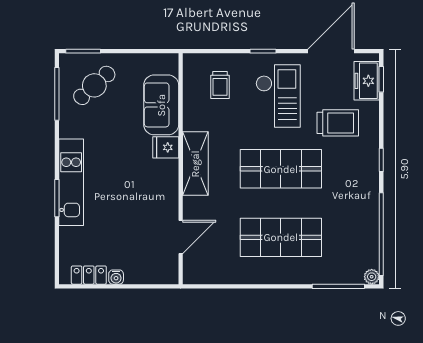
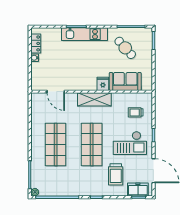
cafe table: (94, 85) -> (125, 48), moved

